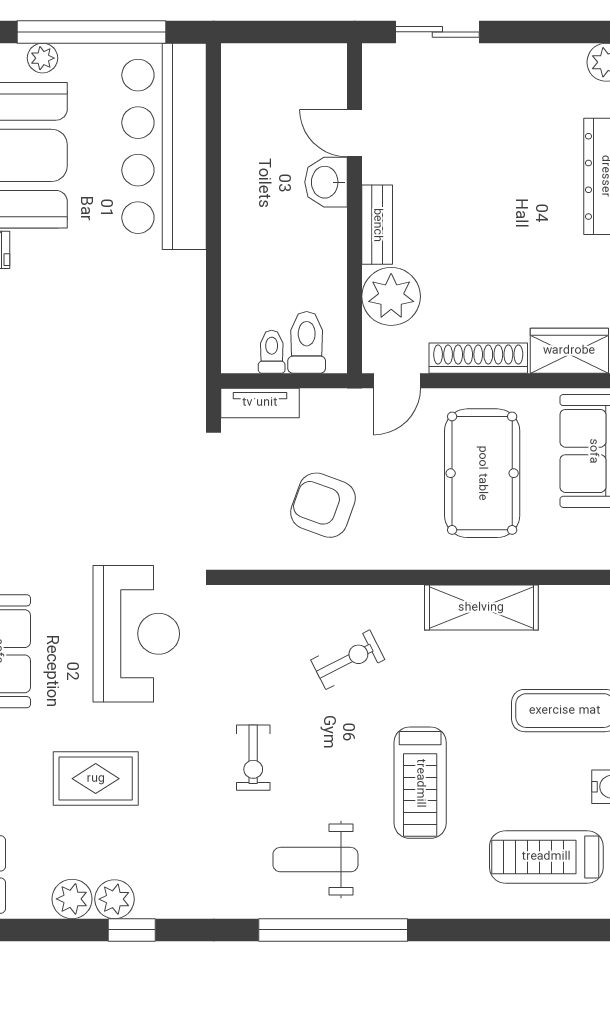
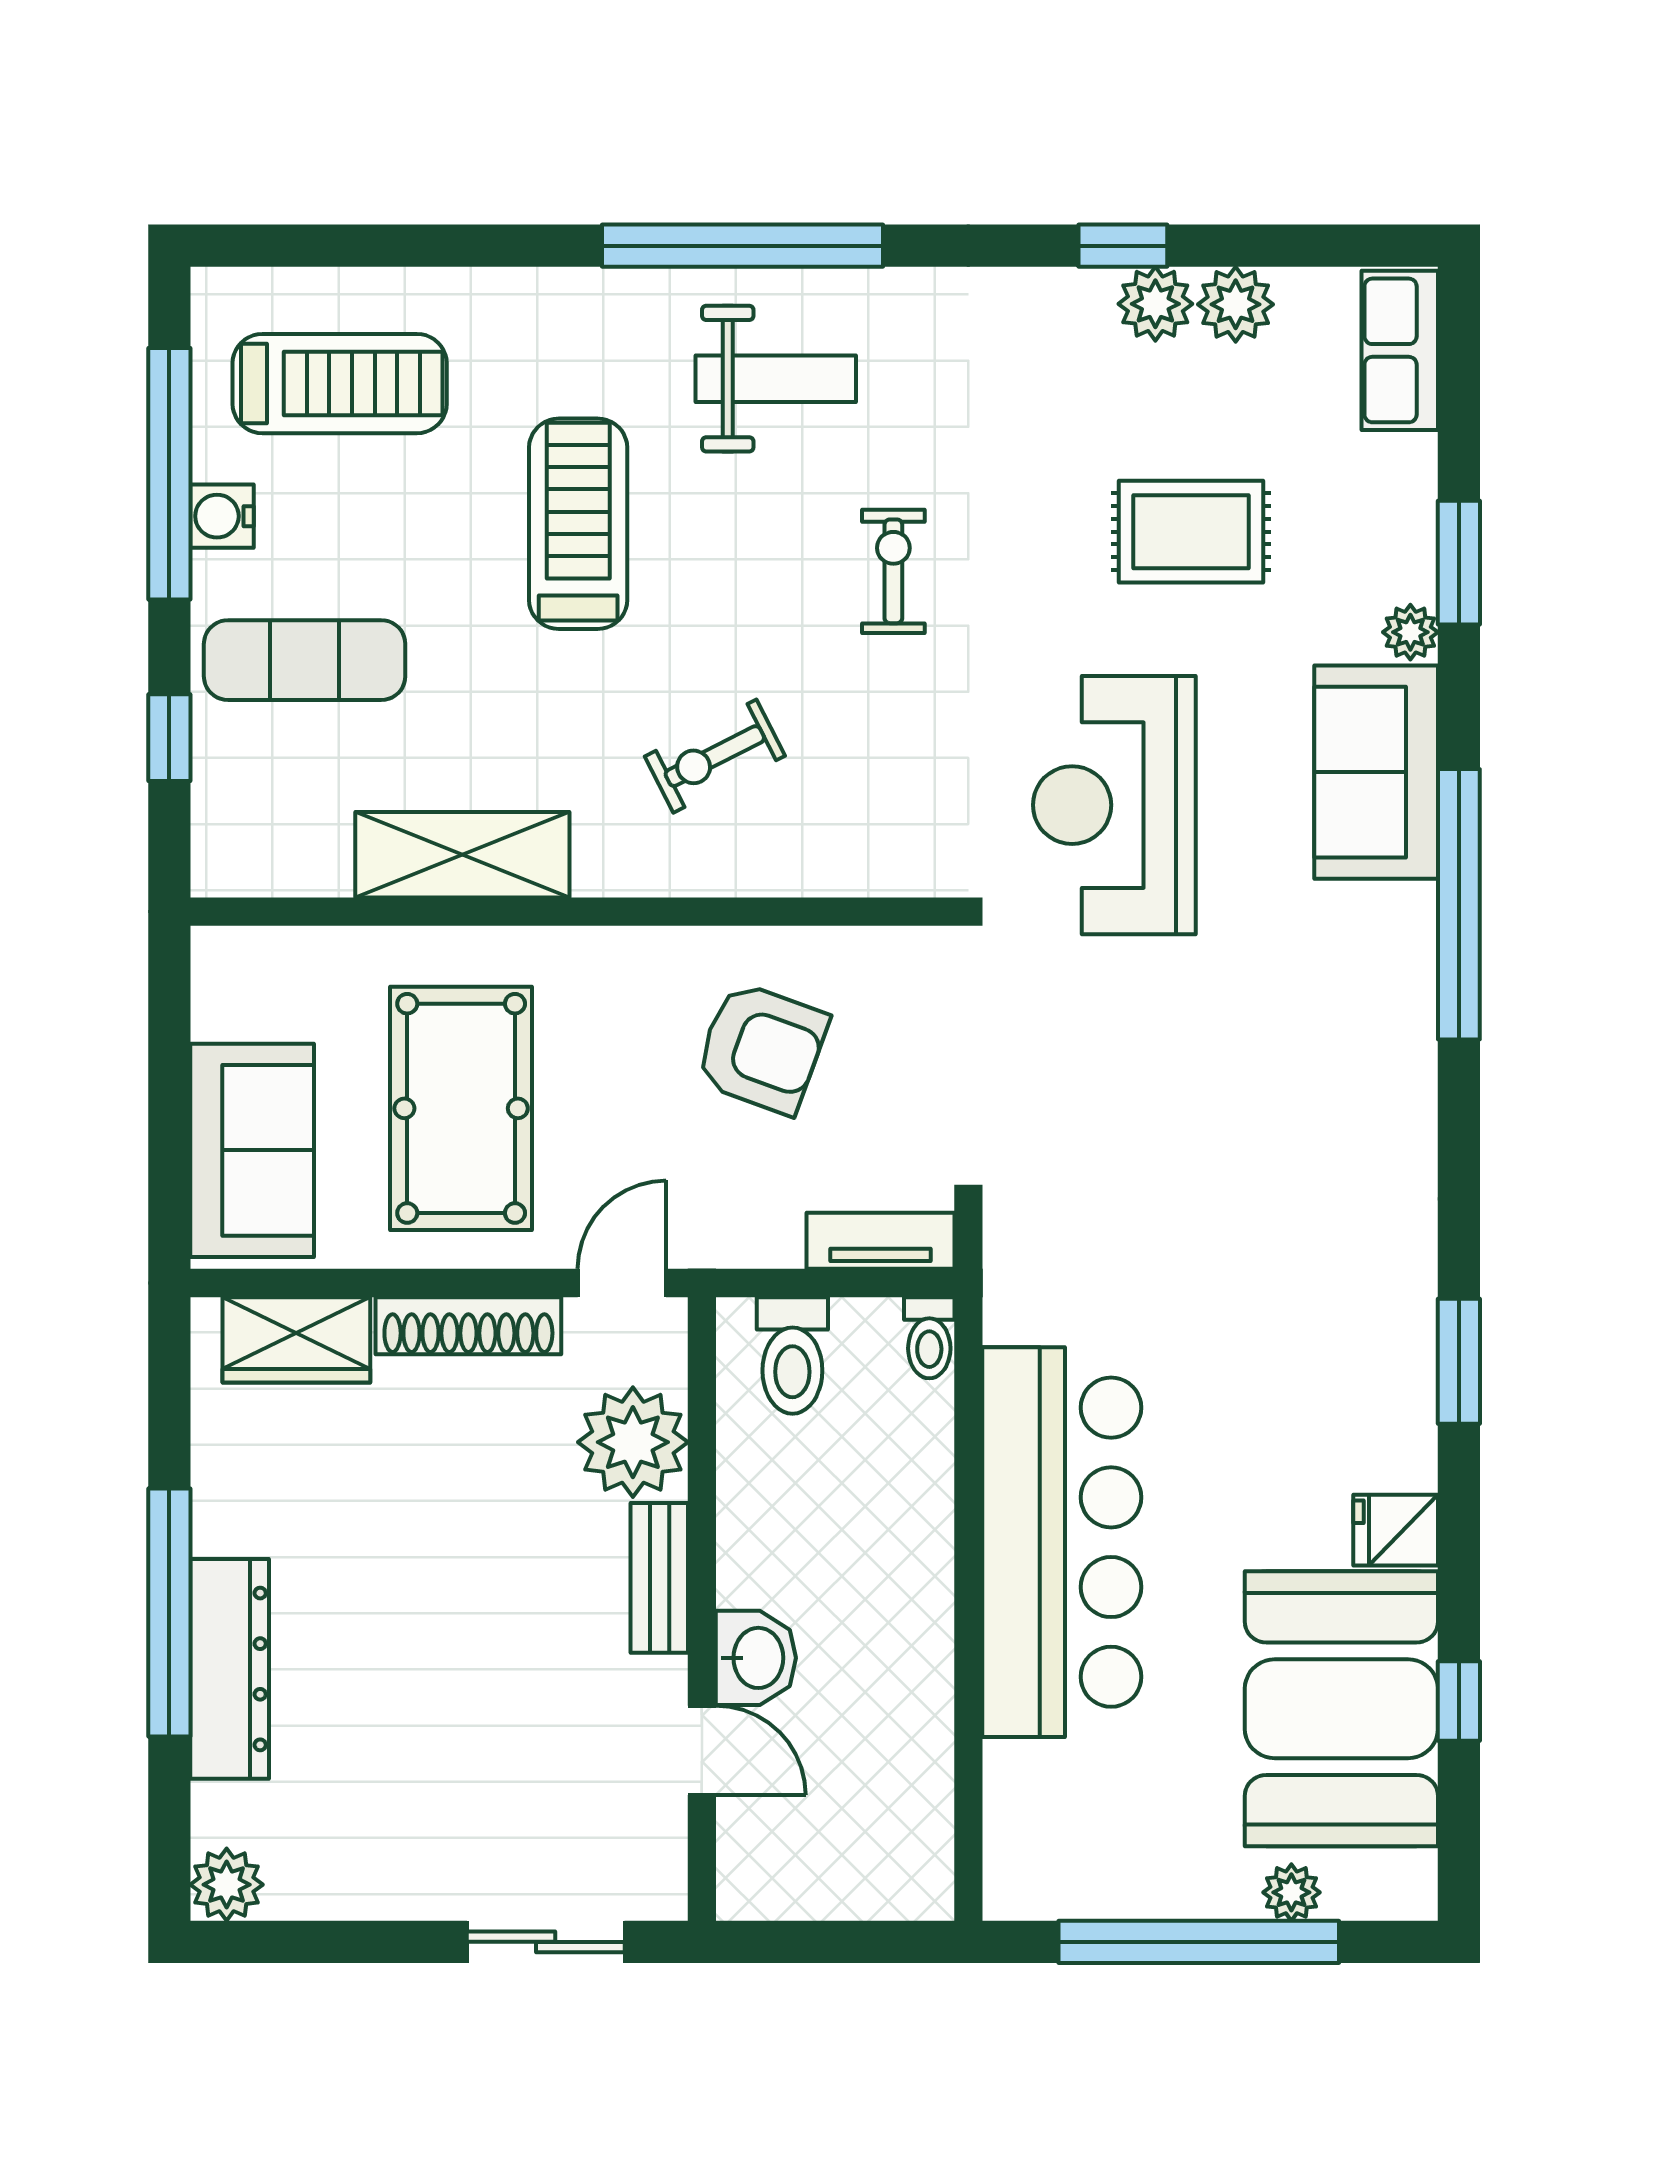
bar counter: (164, 146) -> (1062, 1542), moved
toilet: (272, 352) -> (929, 1338), moved

